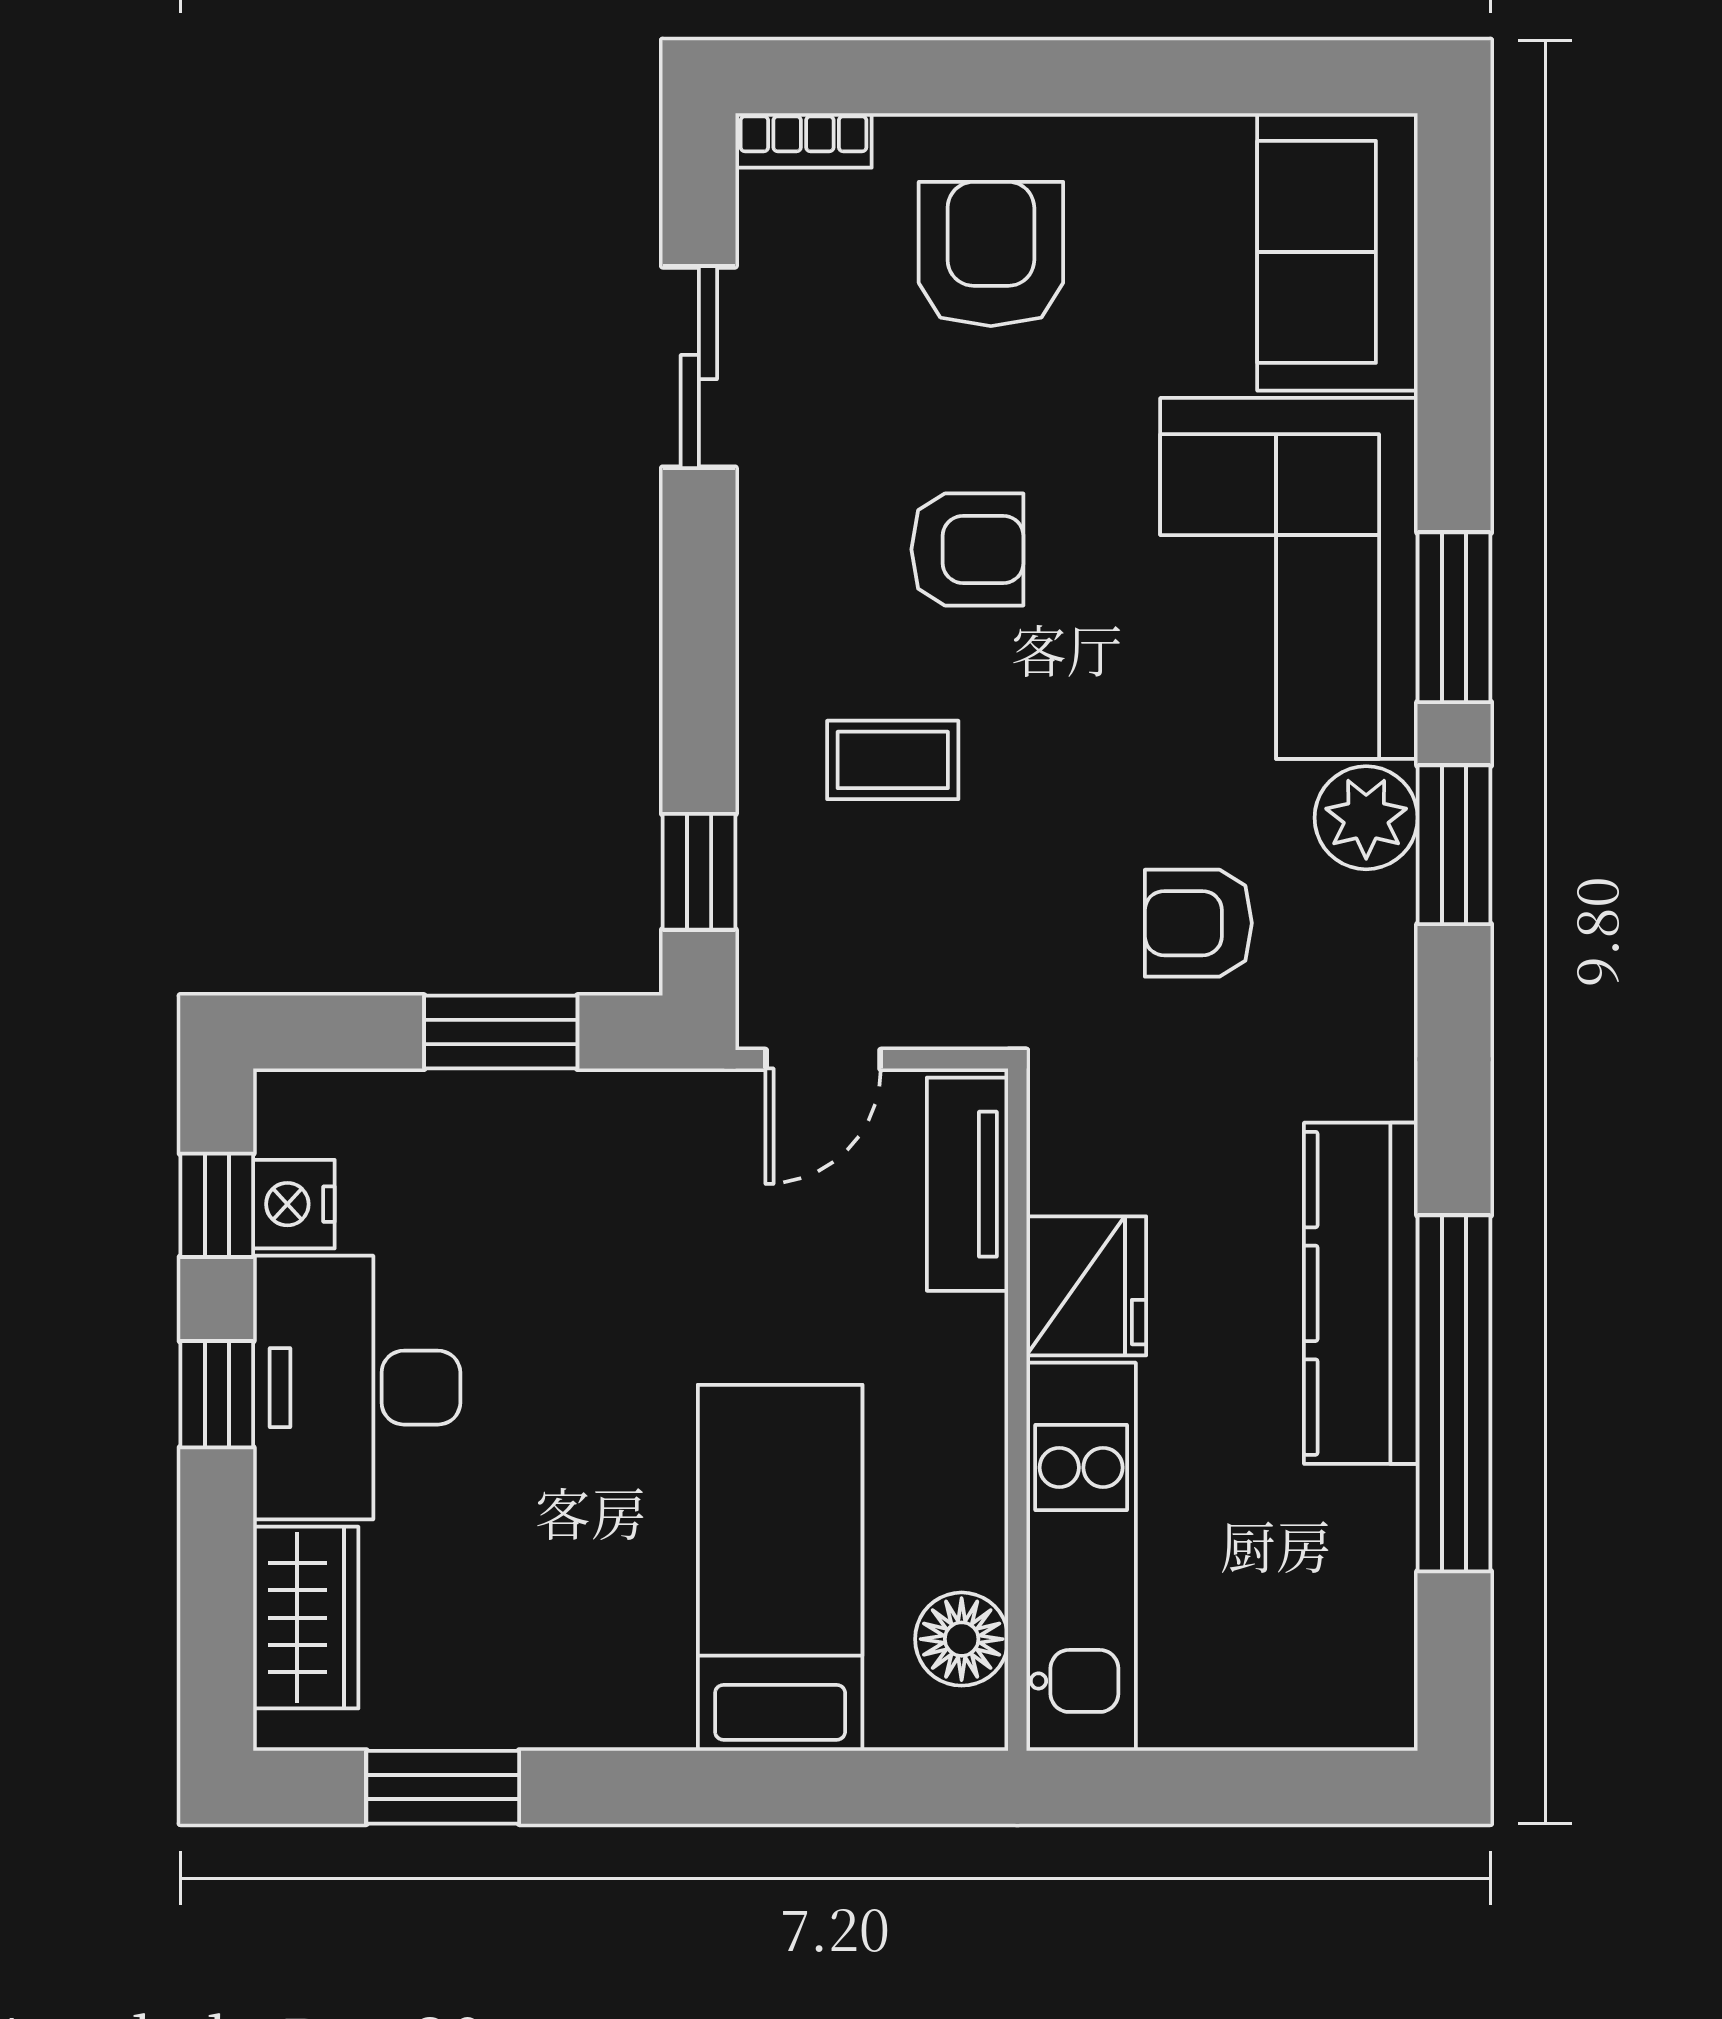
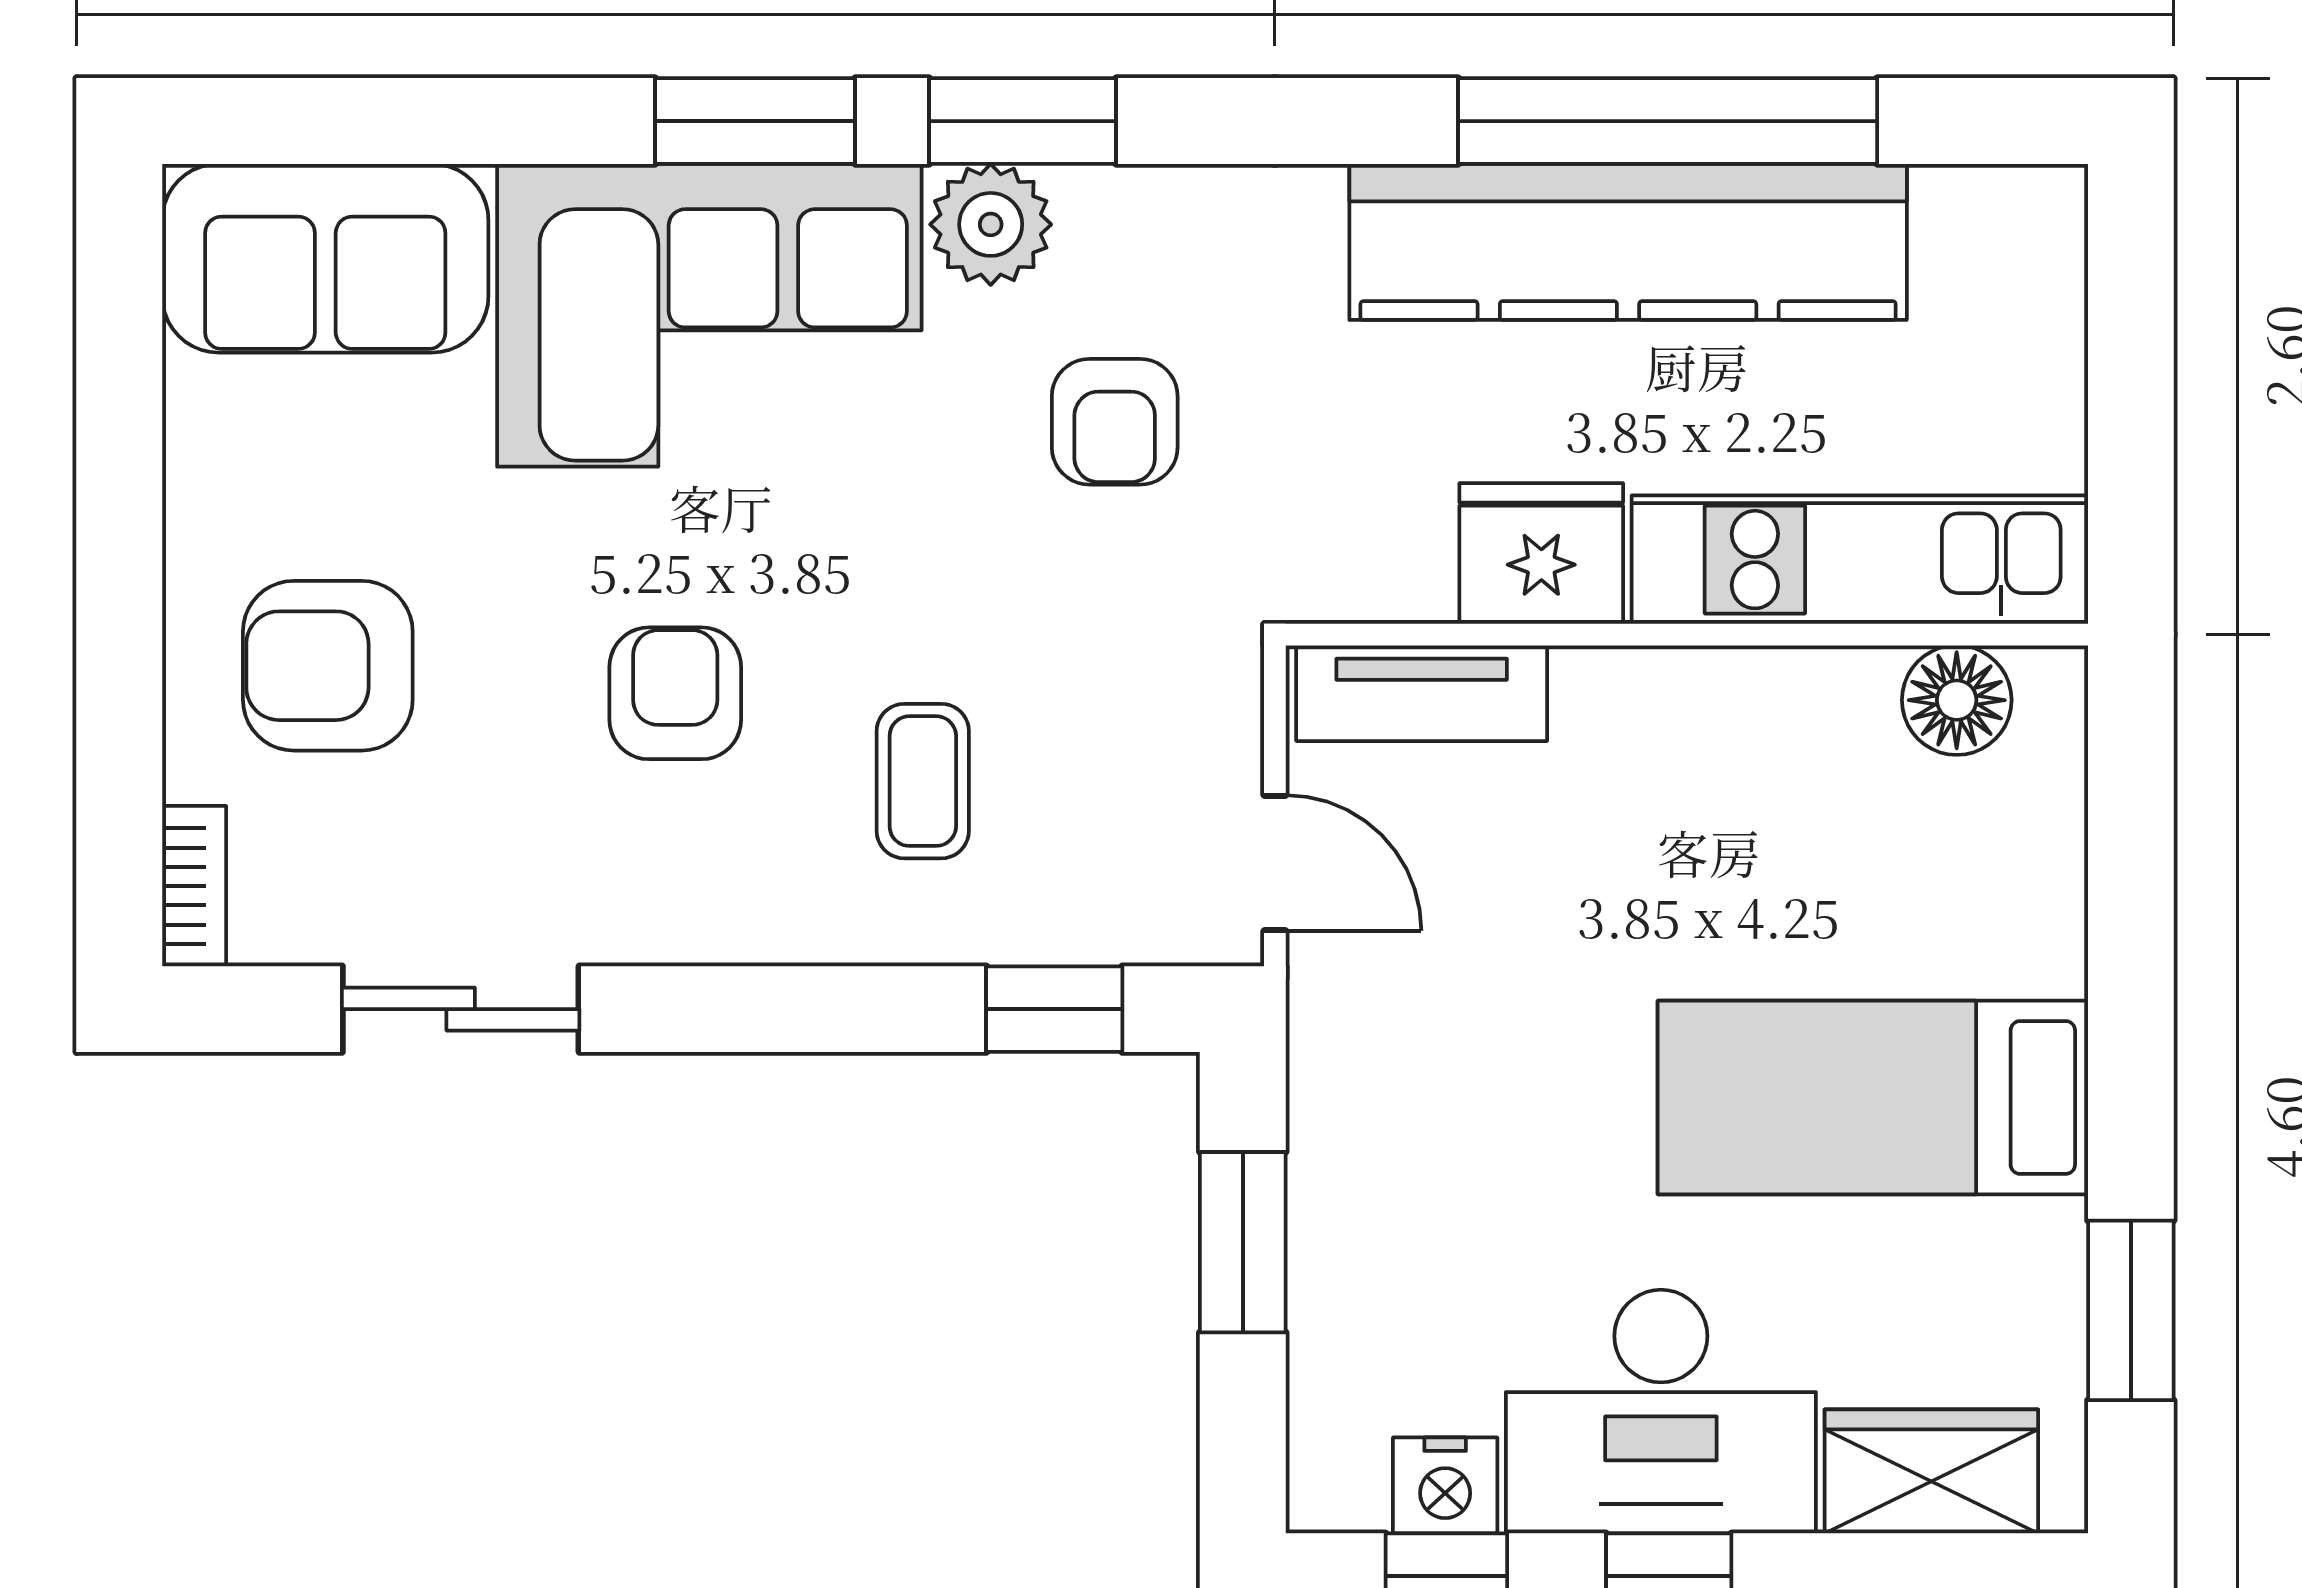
kitchen counter: (1361, 1293) -> (1628, 242), width x1.39, depth x1.17
bed: (780, 1568) -> (1873, 1097), moved

